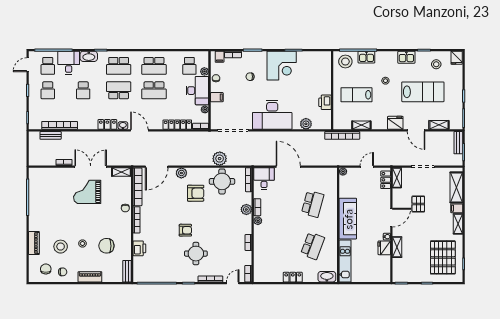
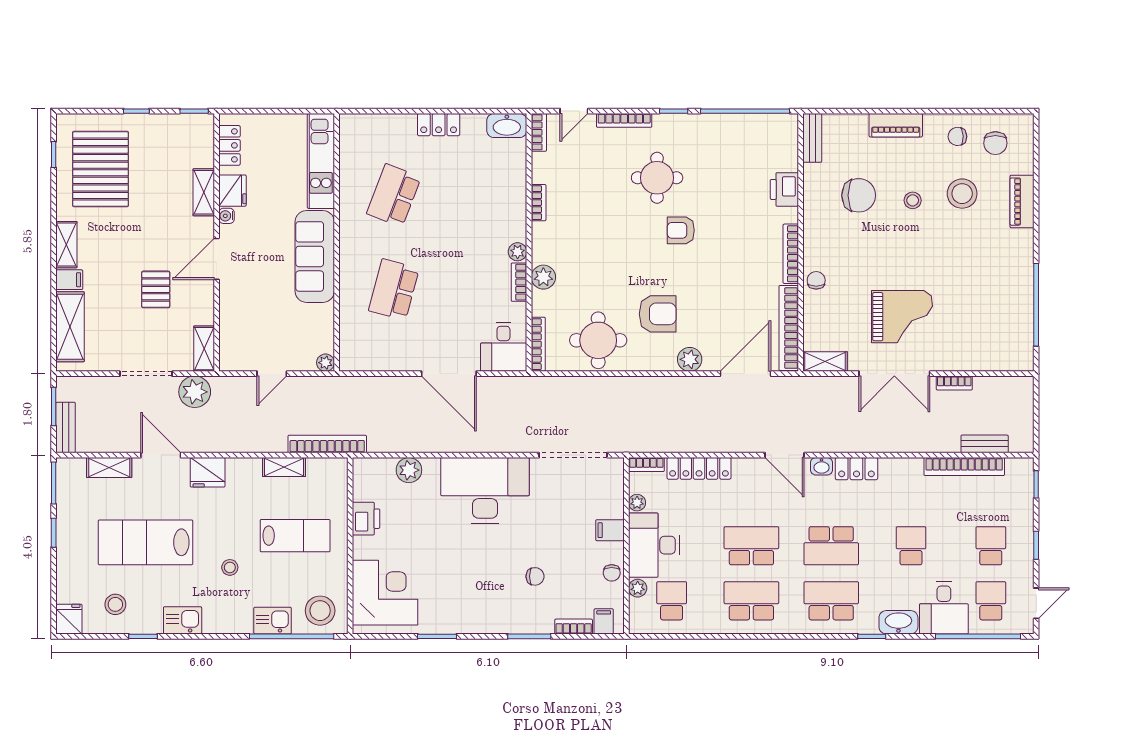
corner desk: (282, 66) -> (385, 593), moved, turned 90
plant: (220, 159) -> (195, 392), moved
locker: (386, 180) -> (230, 145), moved
armchair: (196, 193) -> (658, 314), turned 180
washbasin: (327, 277) -> (507, 126), moved

